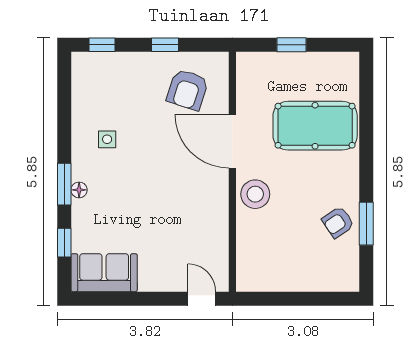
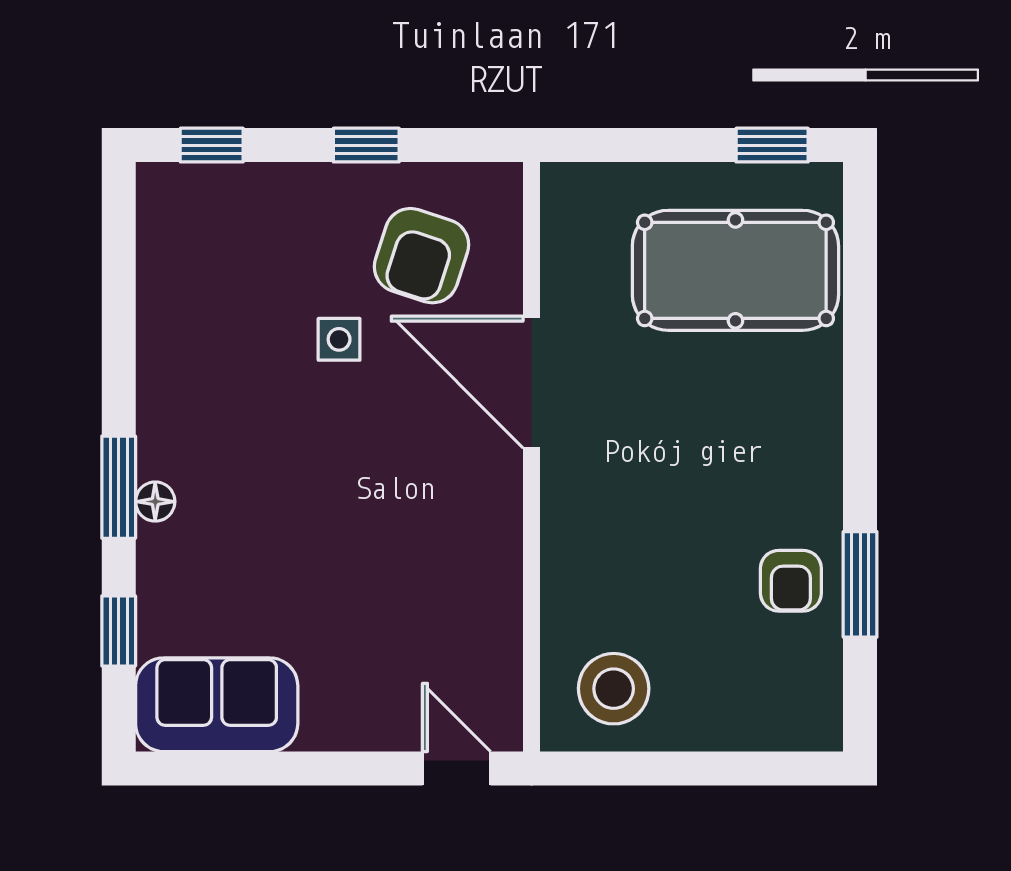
window: (291, 45) -> (772, 145), moved
pool table: (315, 126) -> (735, 270), moved
side table: (107, 139) -> (339, 339), moved
stool: (255, 194) -> (614, 689), moved
armchair: (338, 222) -> (791, 581), turned -56

